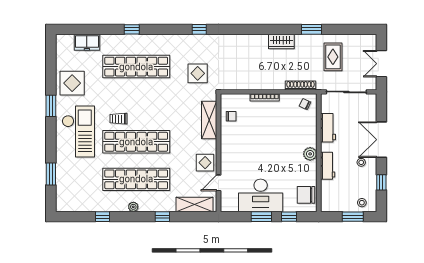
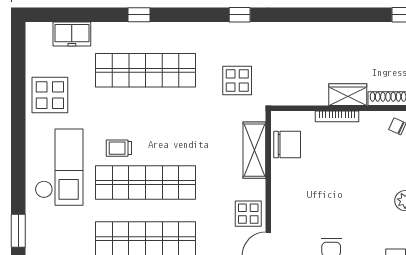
wardrobe: (281, 41) -> (348, 95), moved, turned 180
window: (51, 106) -> (18, 129), removed
chair: (231, 116) -> (287, 144), width x1.87, depth x1.87

